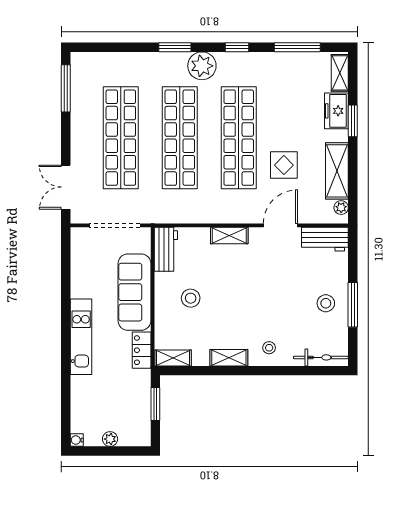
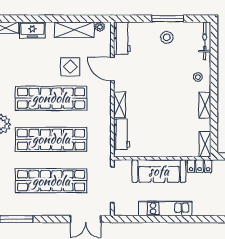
window: (353, 121) -> (39, 19), removed
workbench: (166, 249) -> (122, 134), moved, turned 90
stool: (191, 298) -> (163, 132), removed
kitchen unit: (81, 337) -> (165, 208), moved

